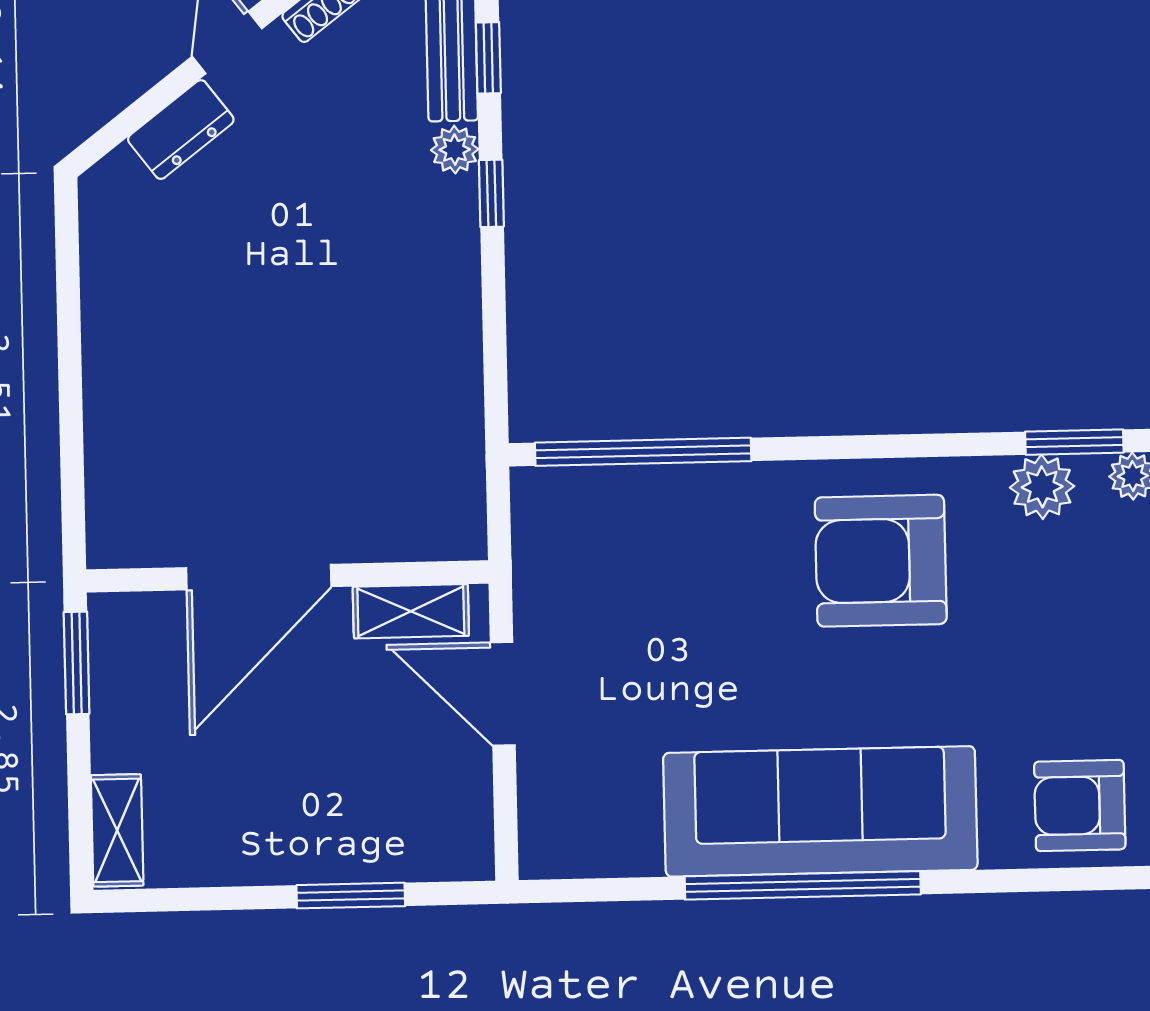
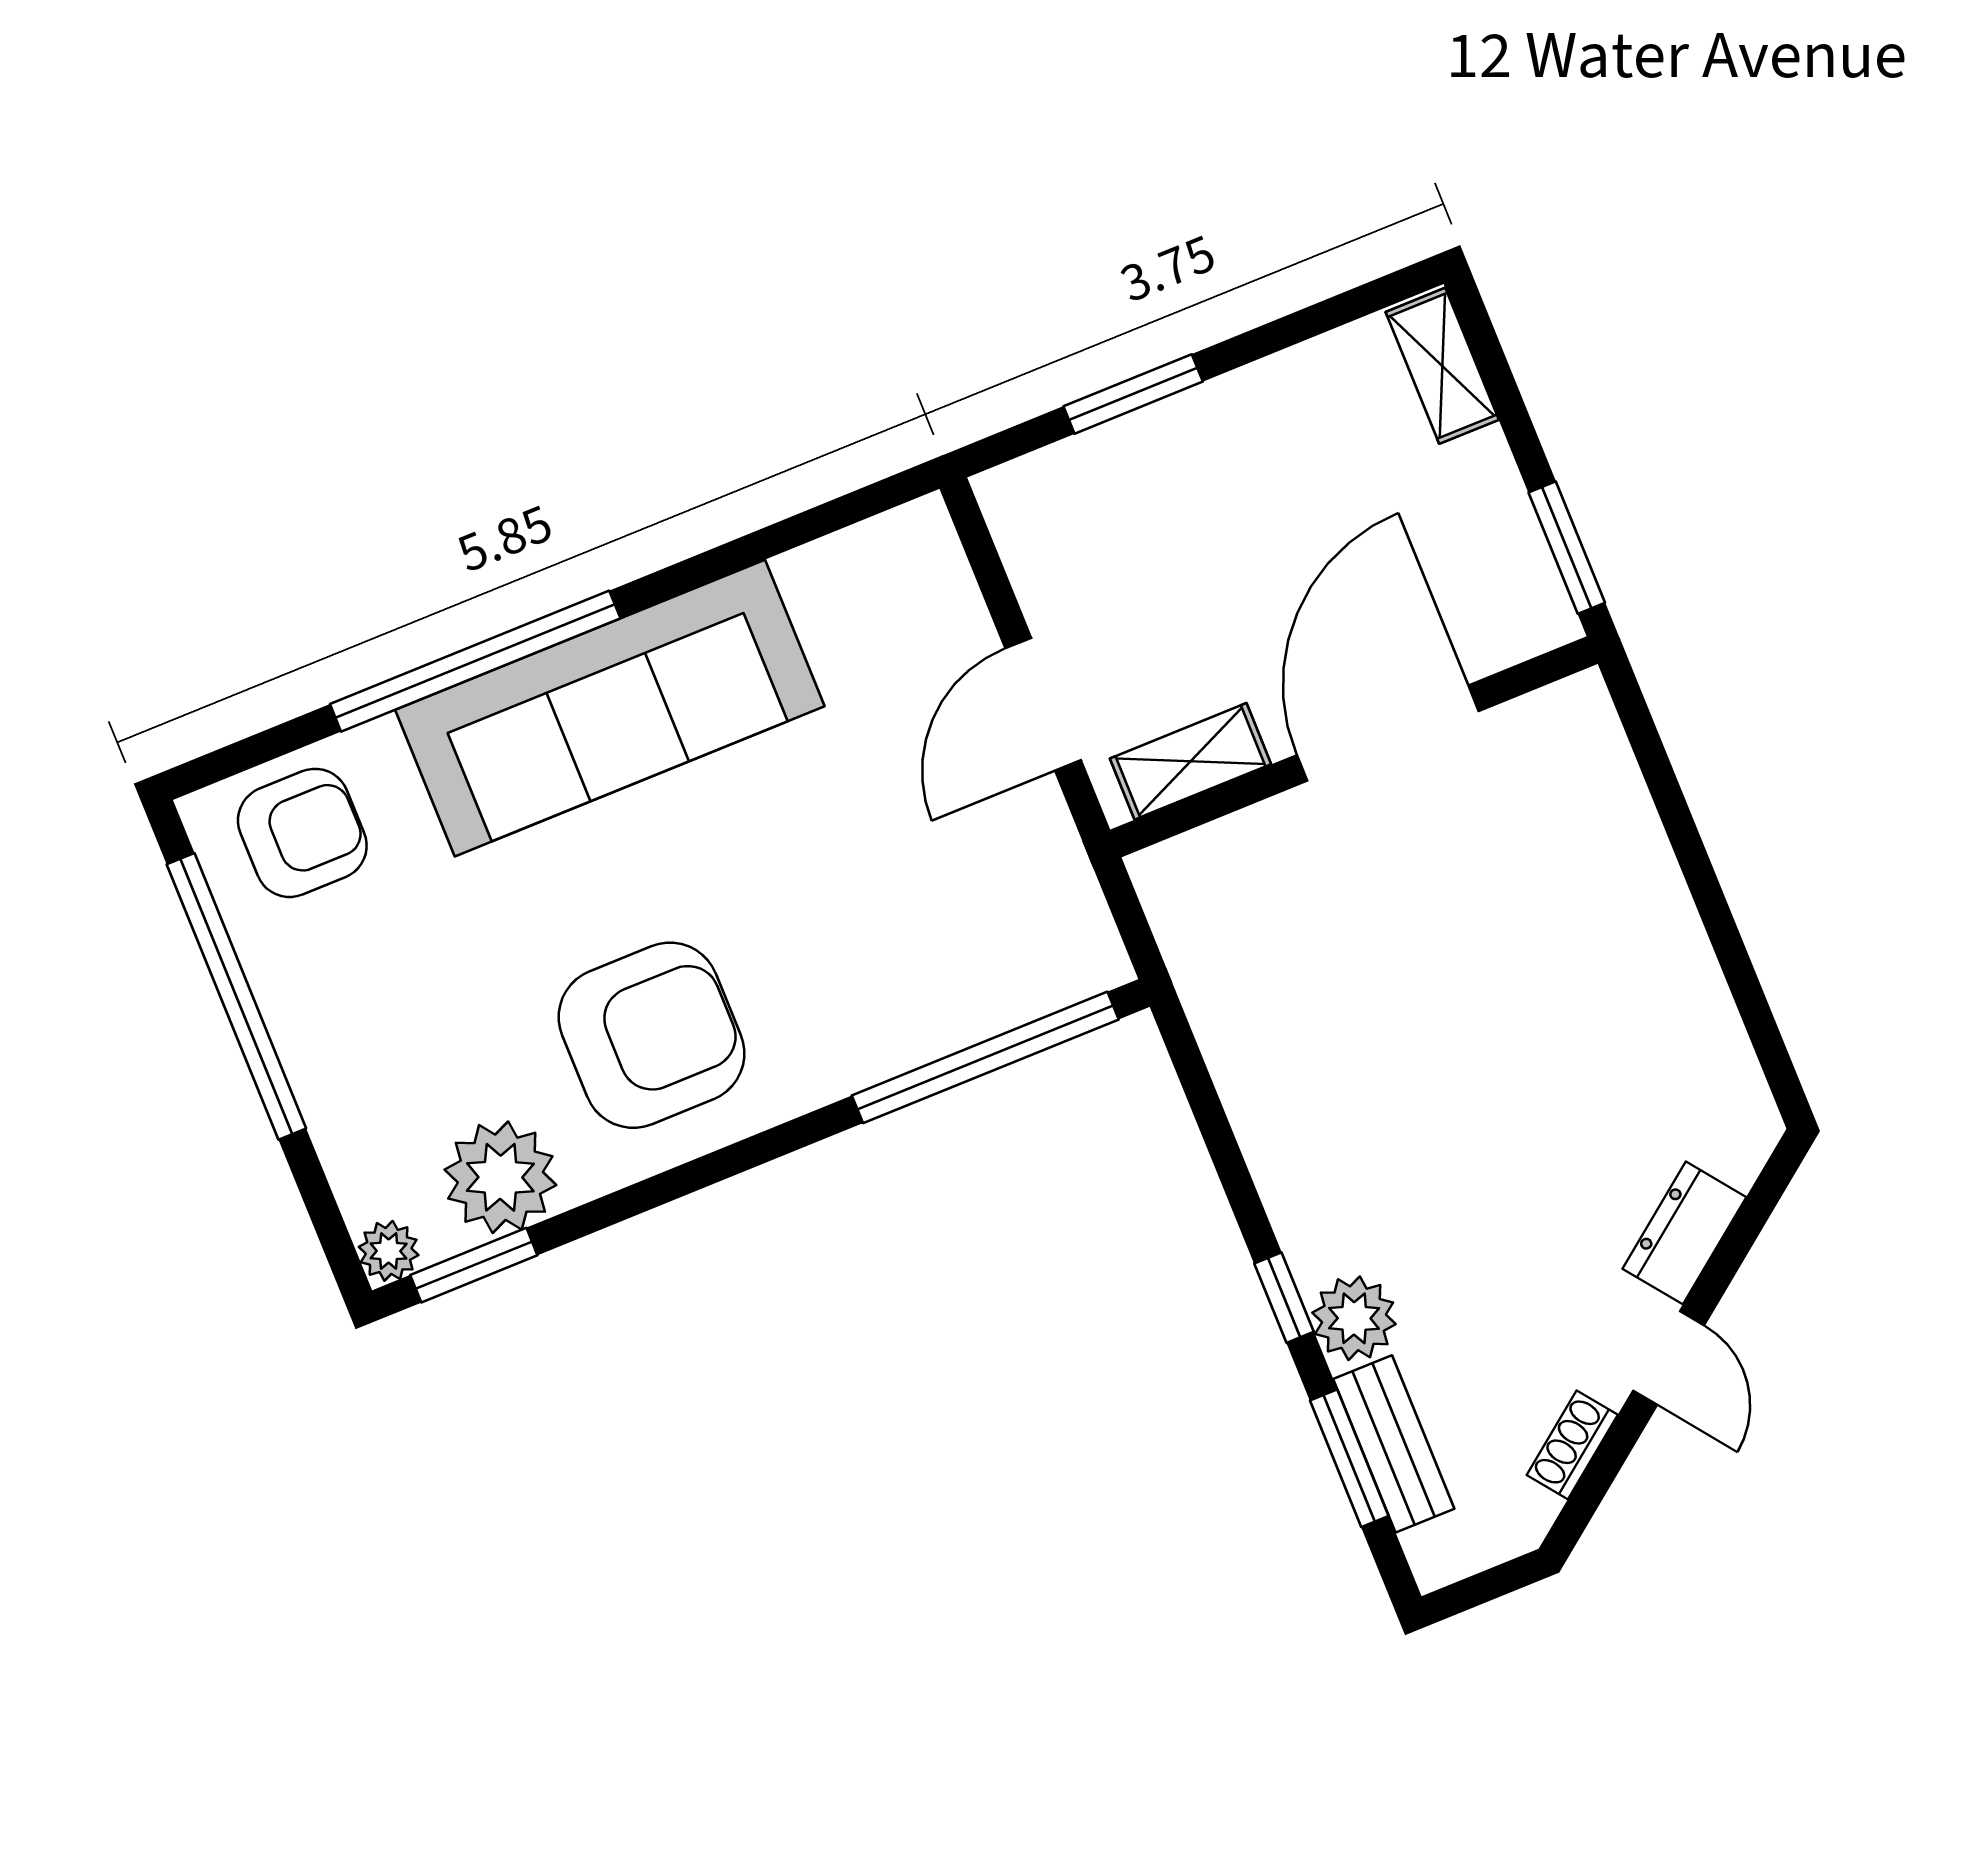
window: (488, 58) -> (1349, 1458), width x1.50
plant: (455, 150) -> (1354, 1318), width x1.38, depth x1.38
plant: (1042, 487) -> (500, 1177), width x1.36, depth x1.36
door: (503, 694) -> (1043, 704), swing flipped
window: (803, 885) -> (475, 661), moved

